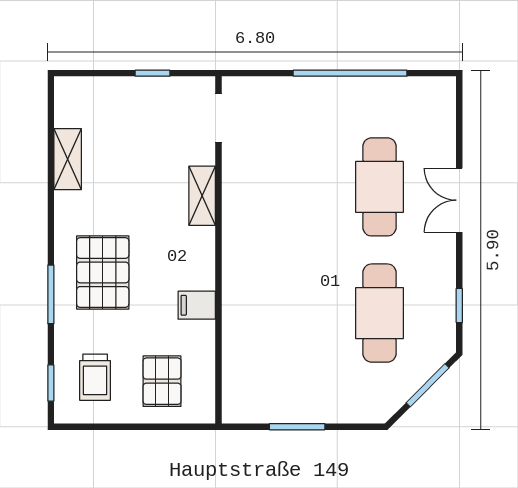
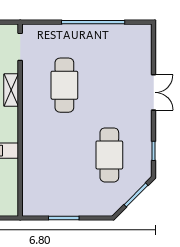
cafe table: (380, 187) -> (64, 85), moved
double door: (459, 200) -> (154, 92), swing flipped

